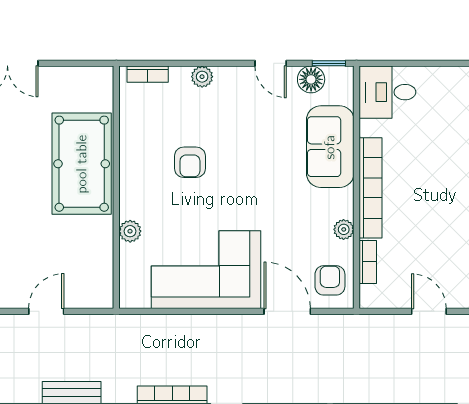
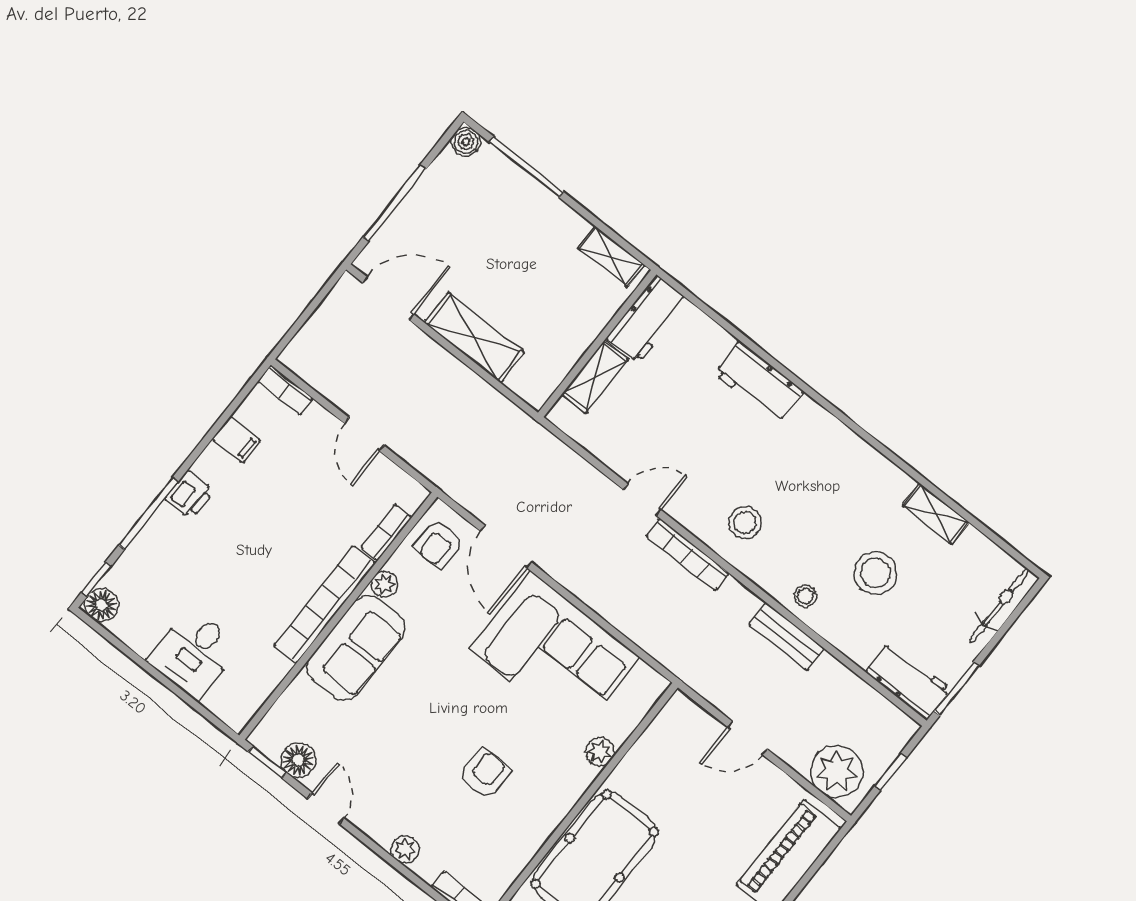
desk: (387, 92) -> (194, 653), moved, turned 90
sofa: (330, 147) -> (356, 648), moved

